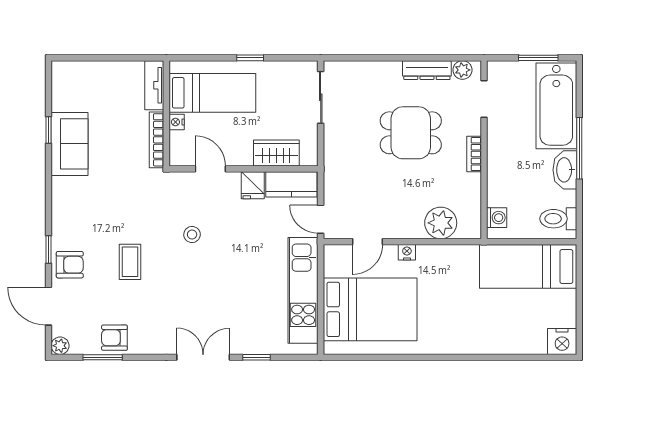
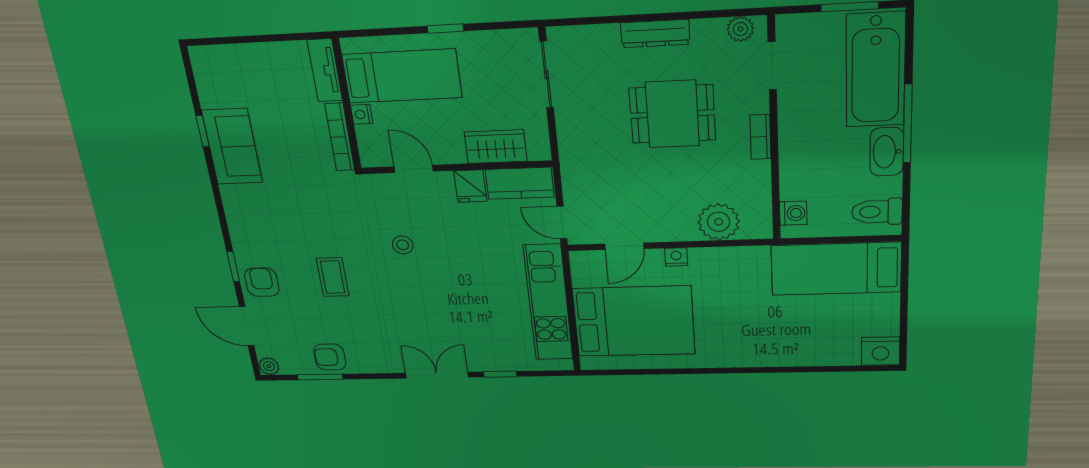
dresser: (427, 70) -> (655, 34), moved
armchair: (70, 265) -> (262, 282), turned -90

